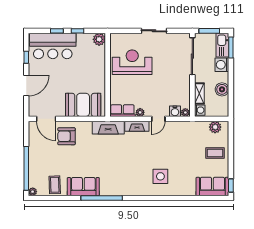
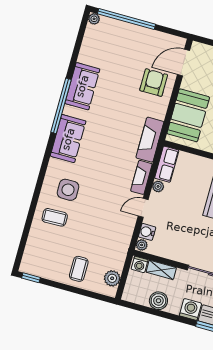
door: (158, 119) -> (143, 208), hinge flipped
coffee table: (55, 185) -> (55, 217), moved
sofa: (212, 186) -> (68, 139), moved

